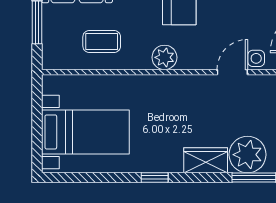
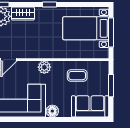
window: (37, 124) -> (111, 33), added

